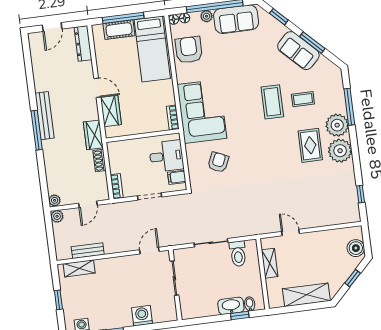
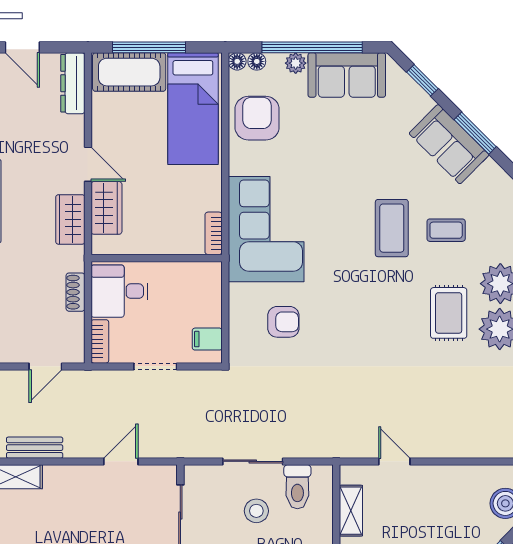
door: (52, 27) -> (22, 47), hinge flipped
cot: (119, 30) -> (129, 72), width x1.37, depth x1.34
wardrobe: (93, 135) -> (70, 219), moved
desk: (166, 156) -> (119, 291), moved, turned 180
armchair: (218, 162) -> (283, 322), turned 66
door: (149, 251) -> (121, 461), moved
stool: (217, 270) -> (256, 511), added

